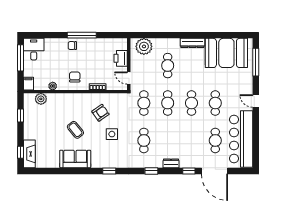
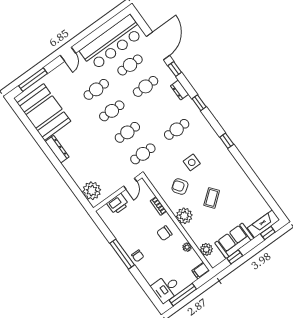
cafe table: (168, 66) -> (146, 86), moved
plant: (77, 100) -> (184, 216), added
sofa: (75, 159) -> (234, 241), moved, turned 90

